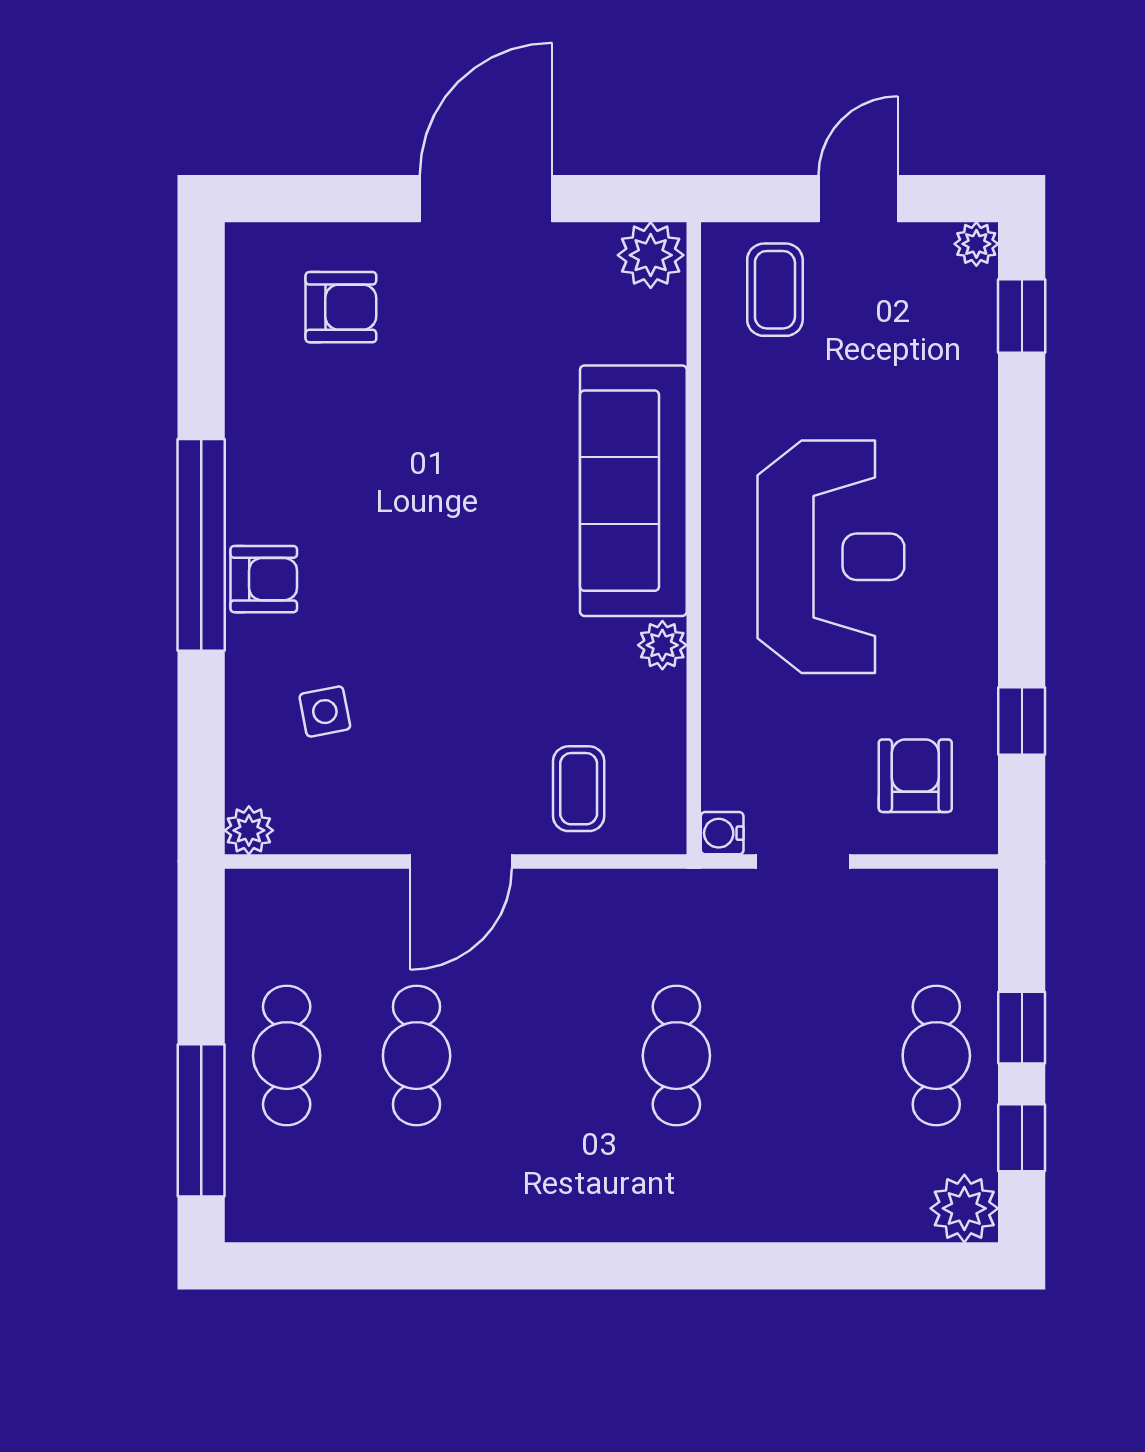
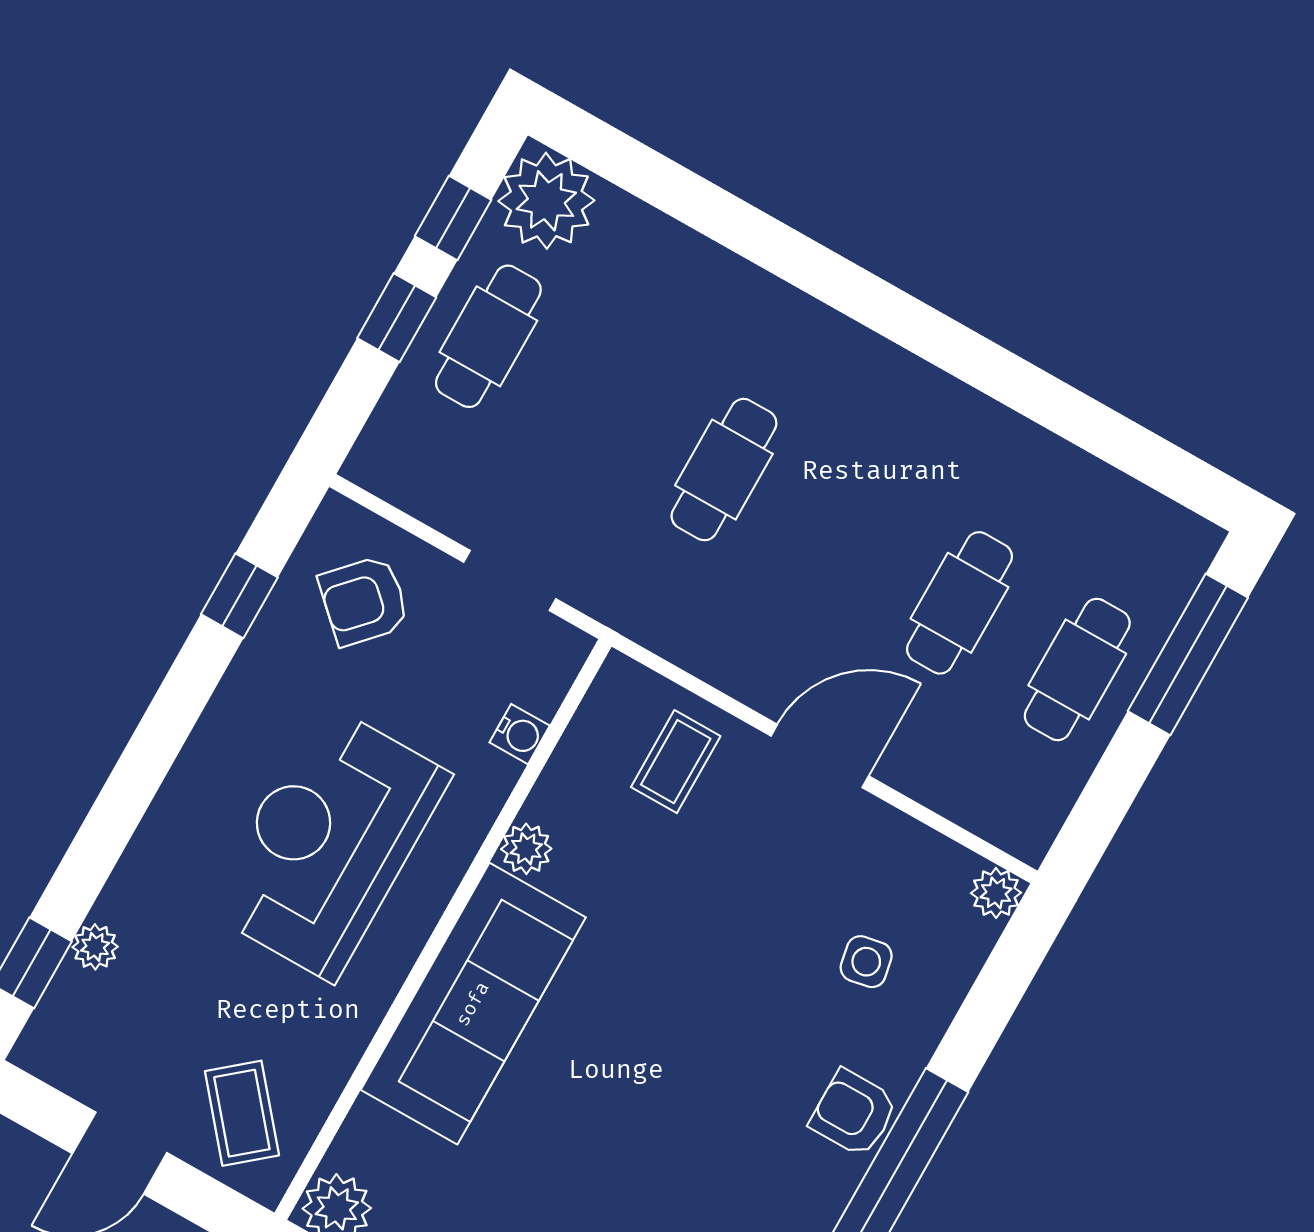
plant: (976, 244) -> (95, 947), moved
coffee table: (775, 290) -> (242, 1113), turned -40
armchair: (915, 776) -> (364, 601), turned 43
water cooler: (722, 833) -> (520, 734), moved
plant: (964, 1208) -> (546, 201), width x1.36, depth x1.36

